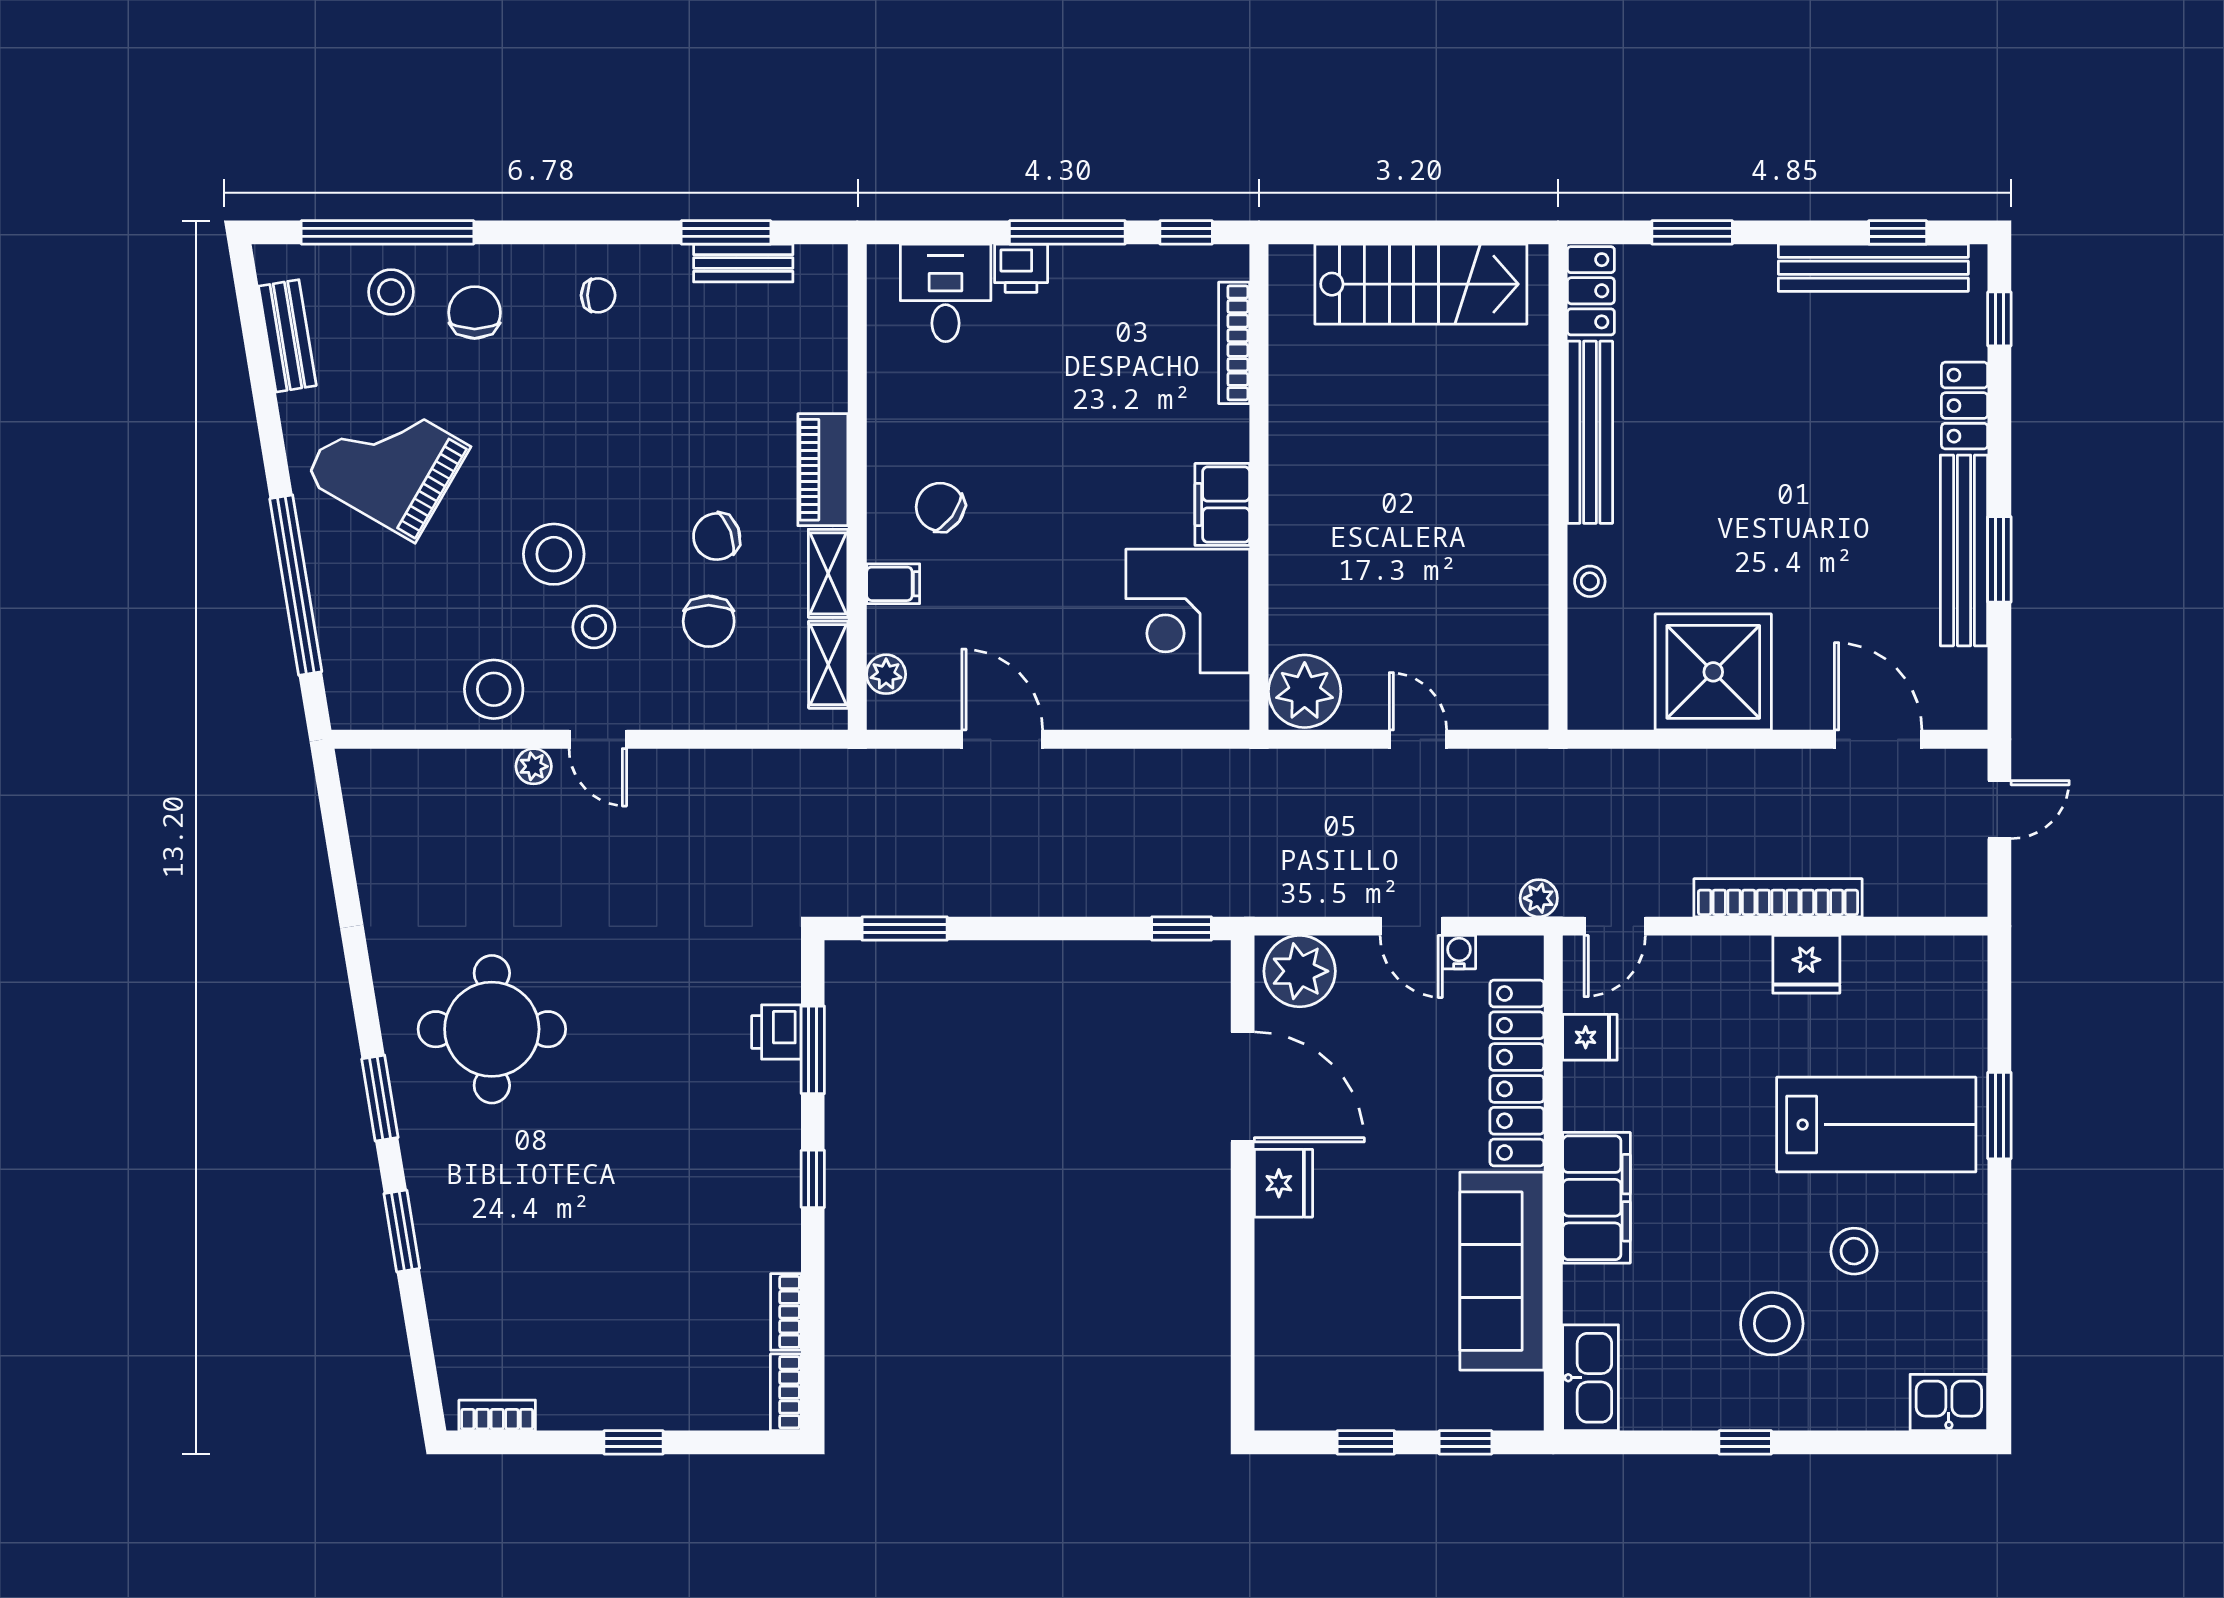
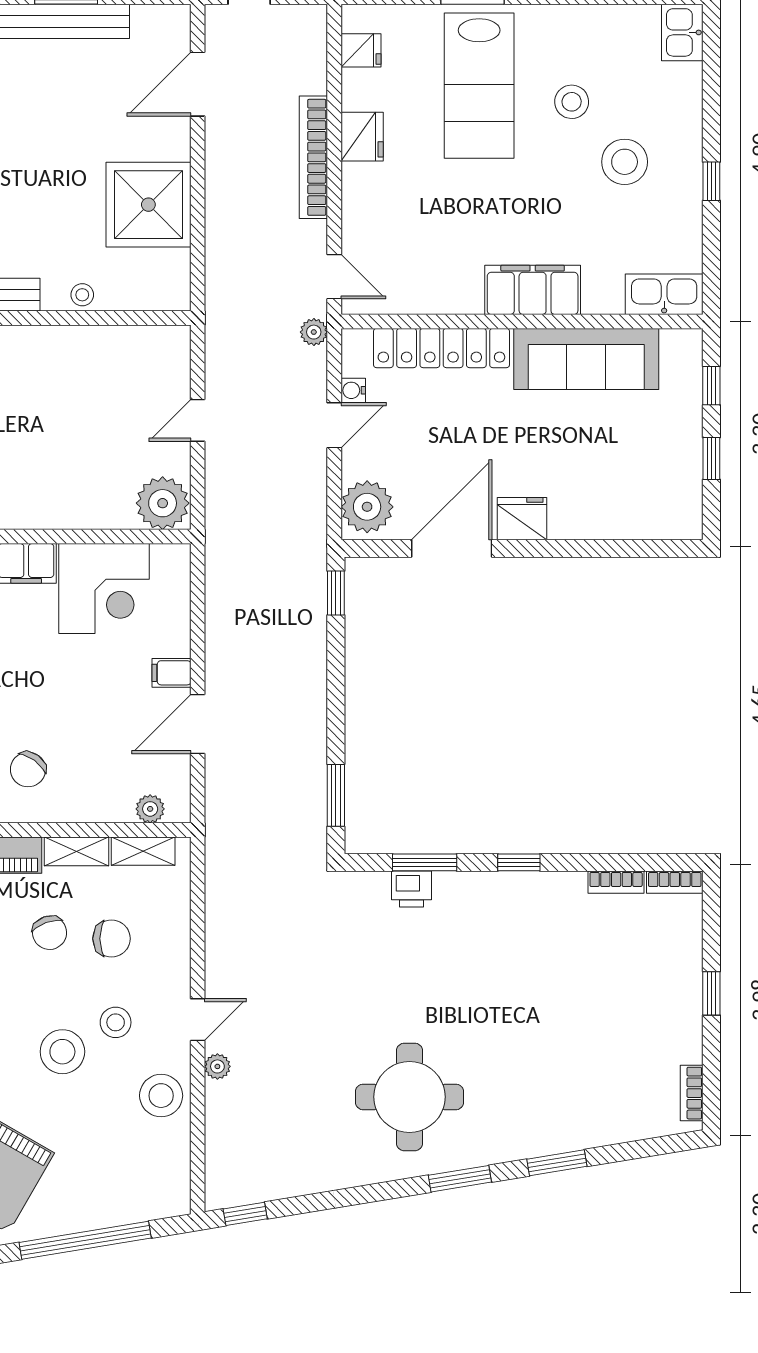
filing cabinet: (893, 584) -> (171, 673), moved, turned -90
window: (332, 804) -> (245, 1214), added
fridge: (1590, 1037) -> (361, 50), moved, turned 90
lab bench: (1876, 1125) -> (479, 86), turned 180

